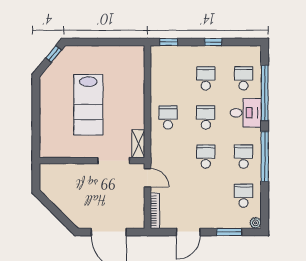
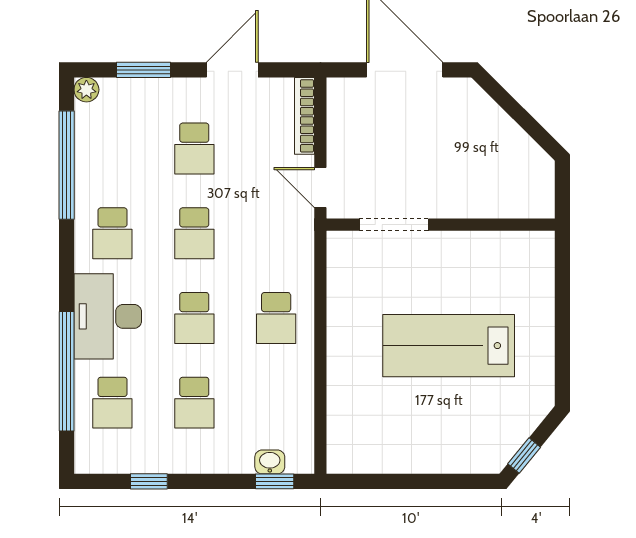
window: (213, 42) -> (149, 481), moved
washbasin: (171, 51) -> (270, 462), added
lab bench: (88, 105) -> (449, 346), turned -90
desk: (246, 113) -> (108, 316), width x1.37
shelving: (138, 144) -> (340, 261), removed
window: (265, 157) -> (67, 165), moved
school desk: (244, 196) -> (194, 148), moved

